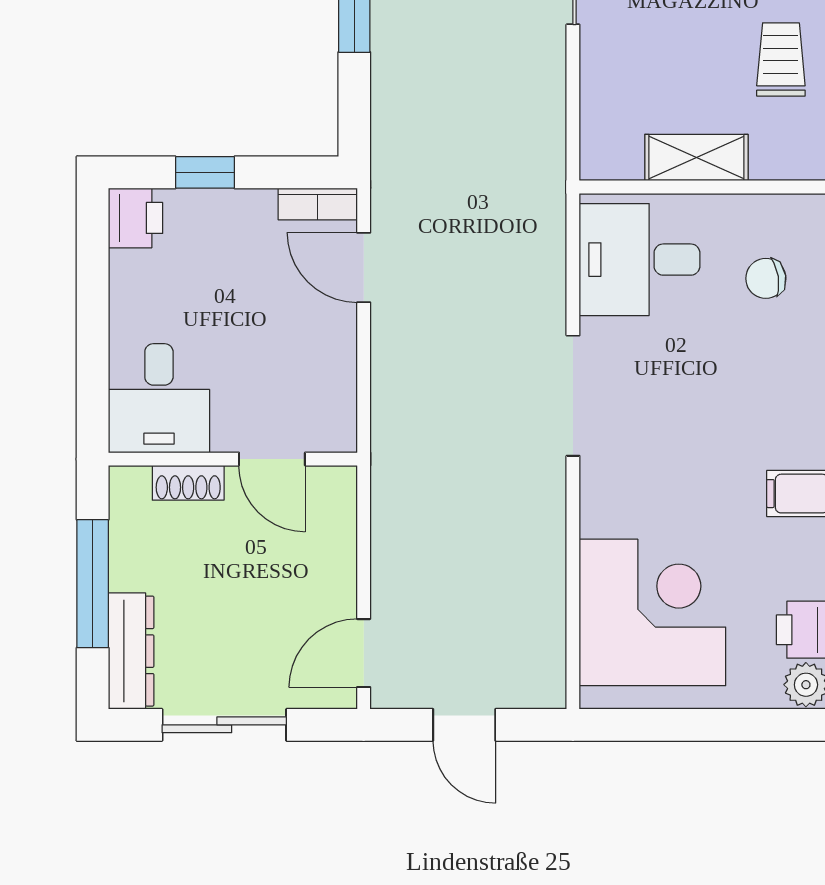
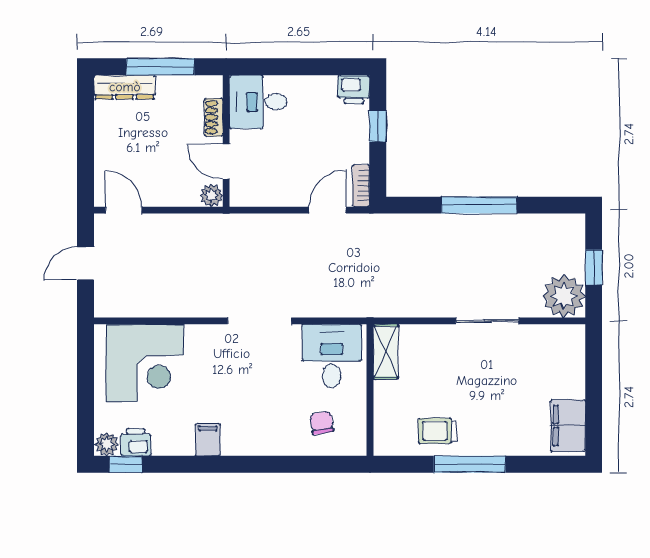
trolley: (781, 59) -> (438, 431), turned 180
shelving: (696, 158) -> (386, 352), moved
door: (272, 459) -> (226, 162), hinge flipped
plant: (336, 487) -> (211, 195), added
sliding door: (224, 725) -> (86, 136), removed

